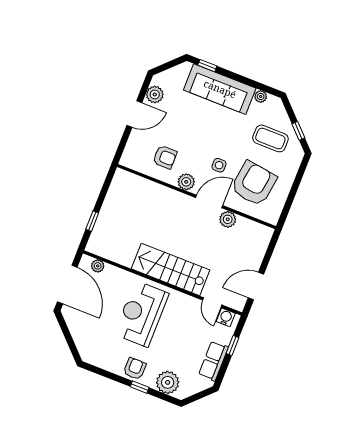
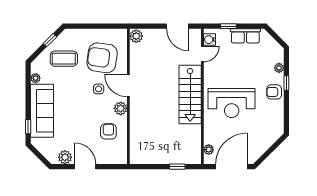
coffee table: (270, 138) -> (64, 59), turned 90
plant: (228, 219) -> (136, 36), moved
plant: (168, 382) -> (279, 68), width x0.53, depth x0.53

